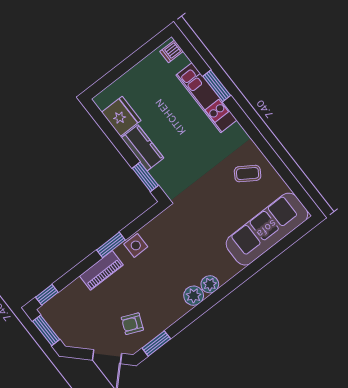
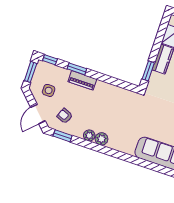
window: (111, 245) -> (77, 69), moved
side table: (136, 245) -> (49, 90), moved
plant: (210, 284) -> (89, 135), moved

